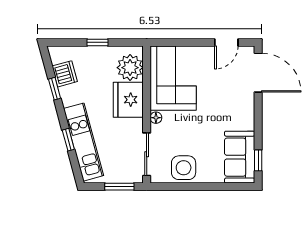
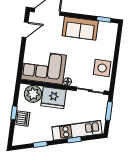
door: (226, 42) -> (25, 30), hinge flipped
dishwasher: (65, 74) -> (22, 118), moved, turned 105
sofa: (240, 157) -> (80, 28), moved

